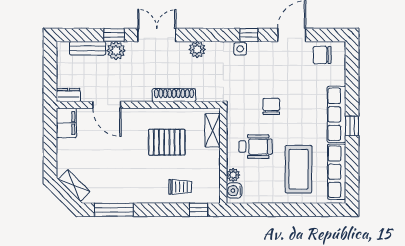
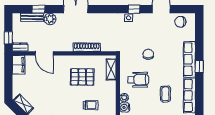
window: (114, 35) -> (38, 9), moved
plant: (197, 50) -> (101, 18), removed
window: (50, 80) -> (8, 38), added
coffee table: (299, 169) -> (165, 94), width x0.54, depth x0.58

